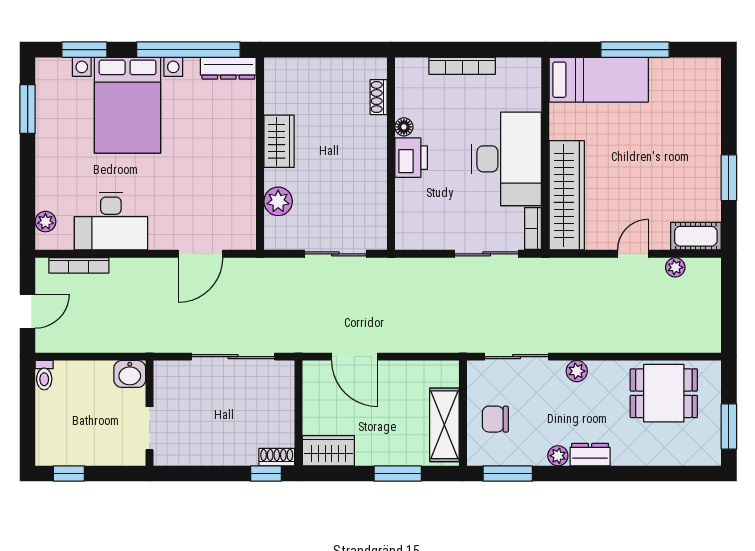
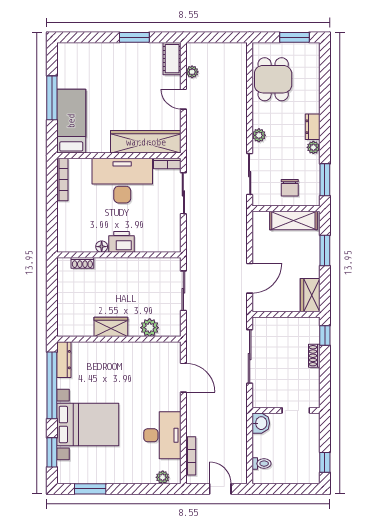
bookcase: (462, 66) -> (62, 179), moved
toilet: (44, 375) -> (261, 464), moved
shoe rack: (277, 457) -> (314, 356), moved

